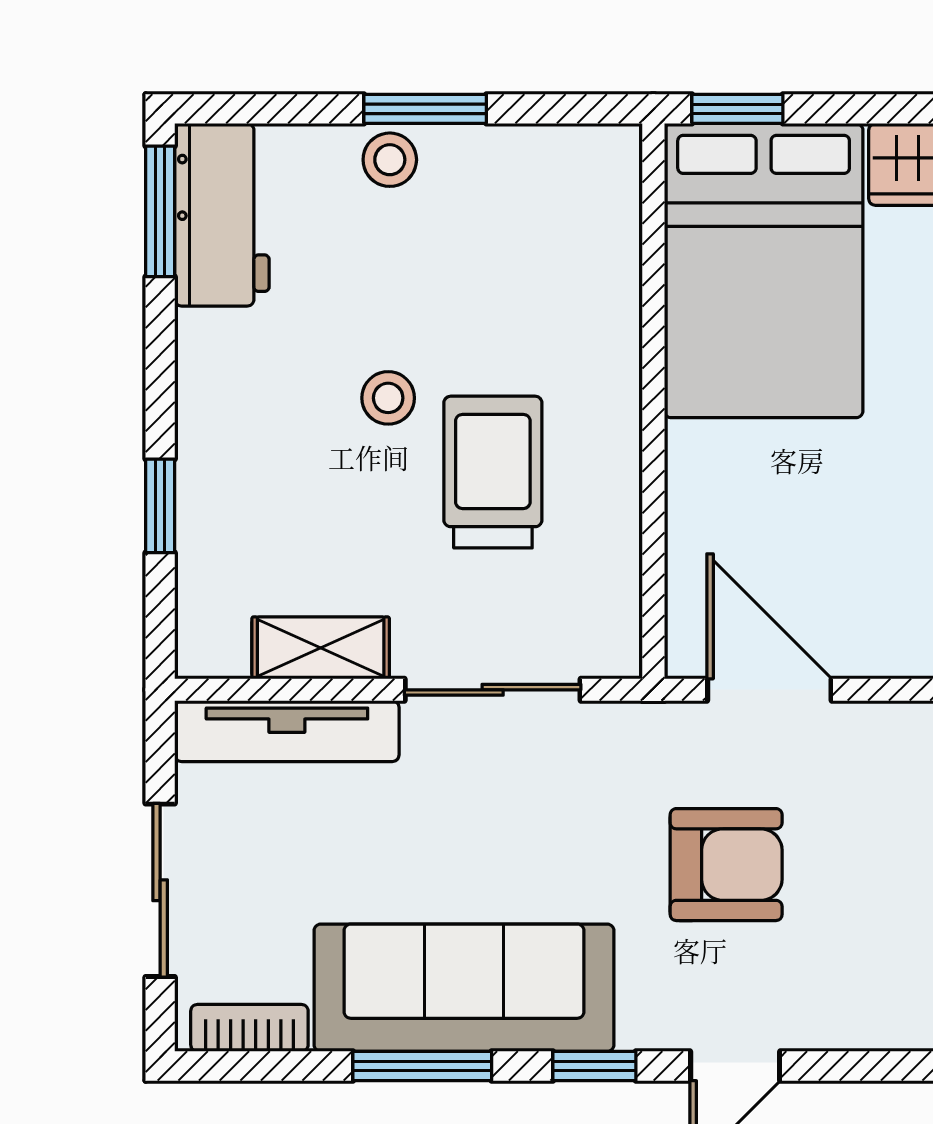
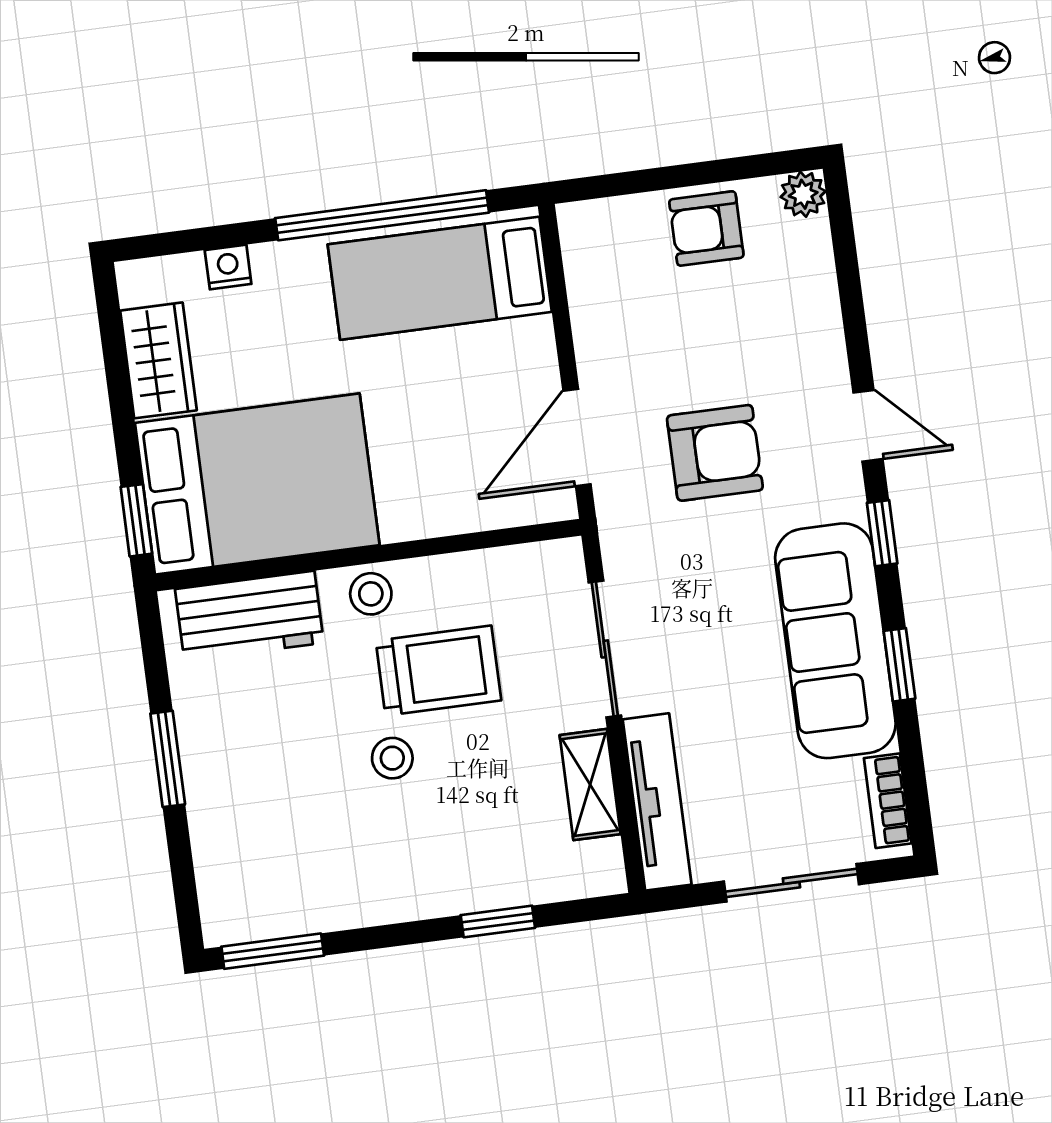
stool: (390, 160) -> (371, 594), moved
workbench: (222, 215) -> (249, 616), moved, turned 180
trolley: (493, 472) -> (438, 671), turned 180
armchair: (726, 865) -> (715, 453), turned 90
window: (422, 1066) -> (899, 665), width x0.67

